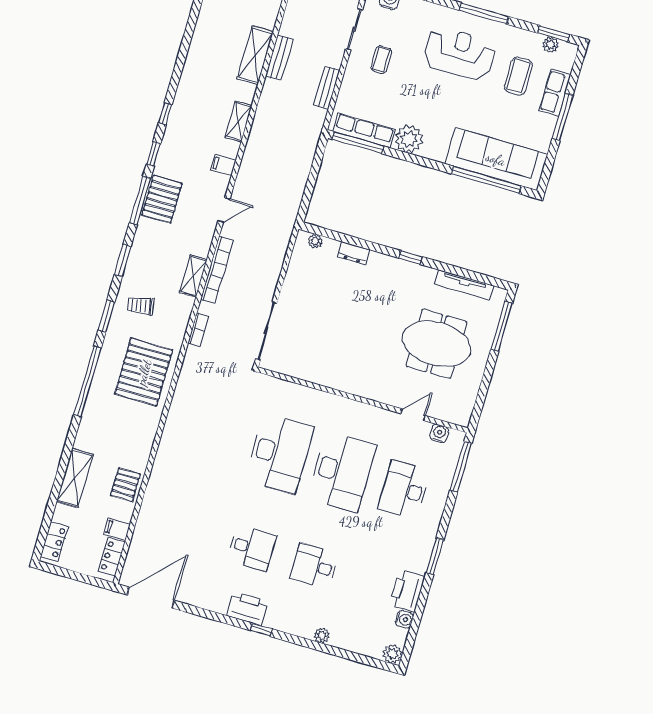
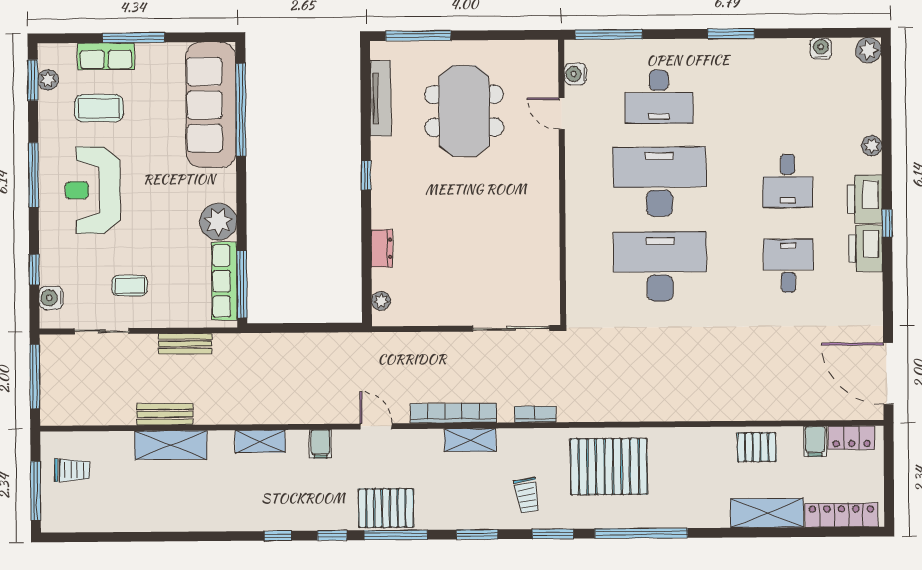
locker: (54, 542) -> (841, 515), width x1.53
printer: (407, 591) -> (865, 199), moved, turned 90

